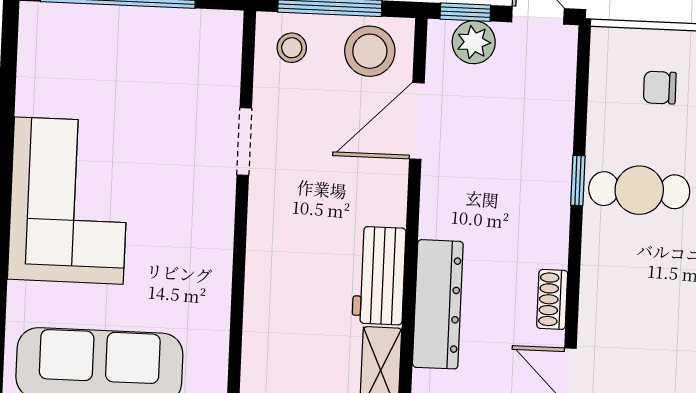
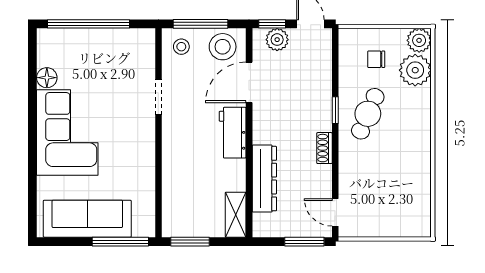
floor lamp: (35, 95) -> (47, 78), added
cafe table: (639, 190) -> (368, 114), turned -67
workbench: (379, 276) -> (233, 133), moved
shoe rack: (552, 299) -> (324, 148), moved

